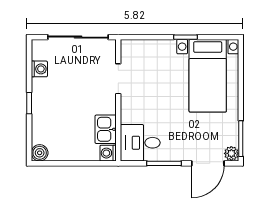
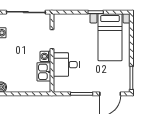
desk: (140, 143) -> (66, 65), moved
washing machine: (108, 153) -> (45, 56), moved
plant: (231, 153) -> (125, 88), removed

